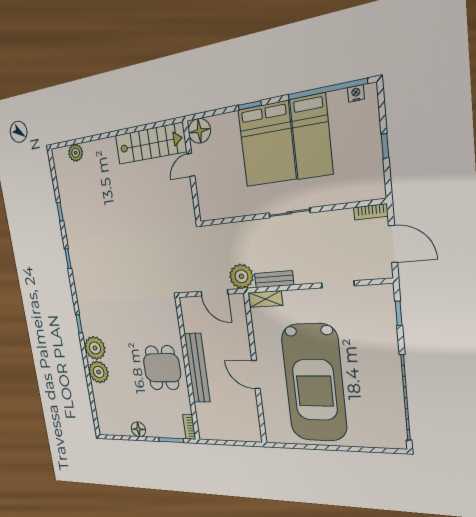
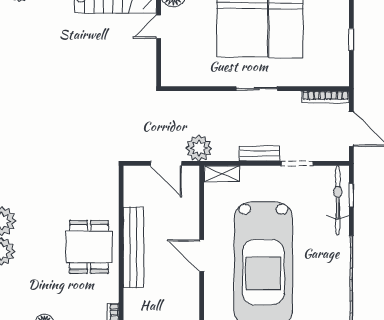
bookcase: (371, 212) -> (325, 97), width x1.56
bench: (274, 279) -> (260, 154), moved
bicycle: (384, 319) -> (338, 200), added

